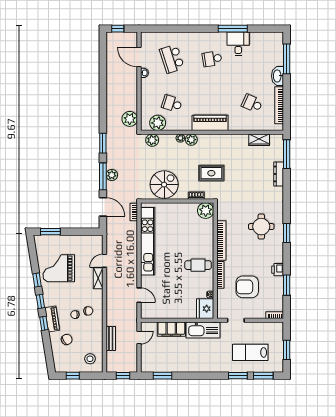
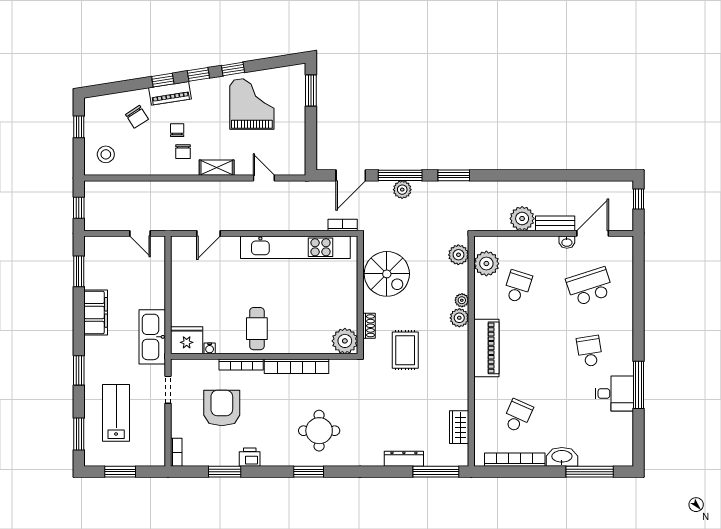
plant: (130, 119) -> (522, 219), moved
shelving: (98, 278) -> (217, 168), moved
filing cabinet: (171, 329) -> (96, 312), moved, turned 180
bench: (111, 338) -> (555, 223), moved
window: (238, 376) -> (79, 370), moved

